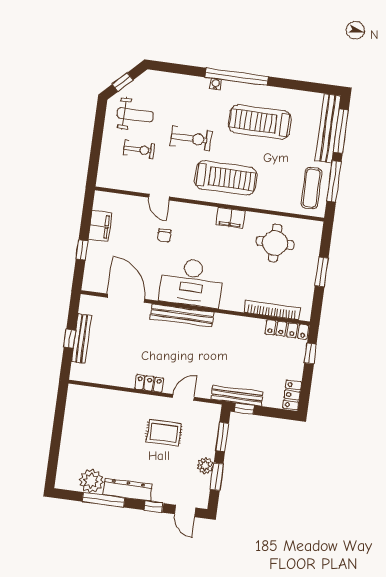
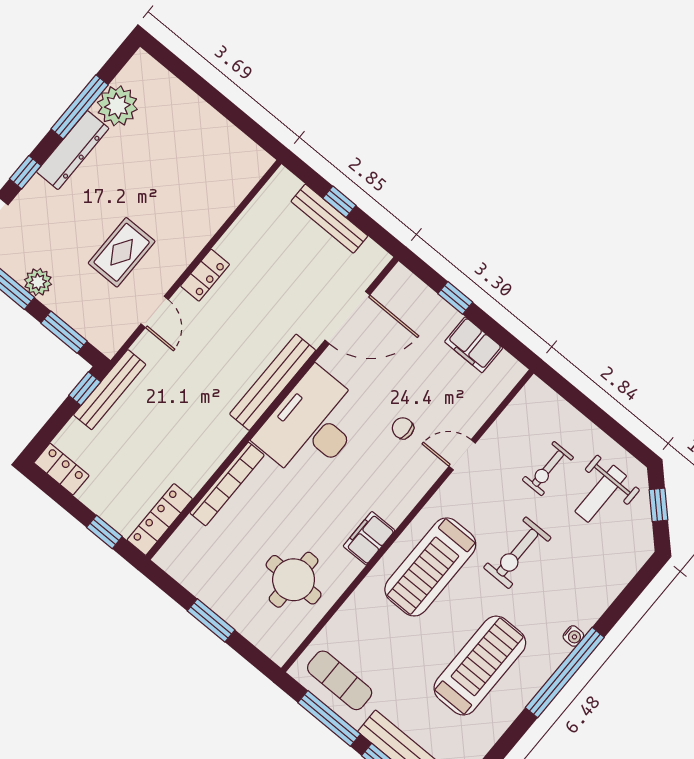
bookcase: (272, 310) -> (227, 484), moved

